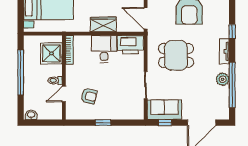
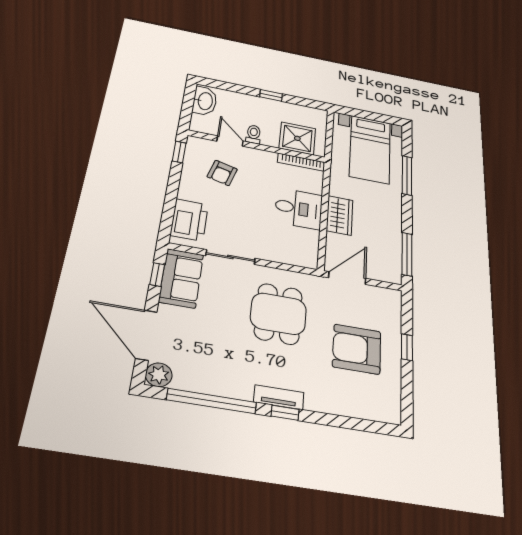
window: (232, 32) -> (285, 413), moved
printer: (130, 45) -> (189, 220), moved, turned 180
window: (21, 72) -> (271, 95), width x0.32
plant: (223, 79) -> (159, 375), moved
washbasin: (31, 115) -> (205, 101), width x1.91, depth x1.45
window: (103, 123) -> (179, 152), moved

